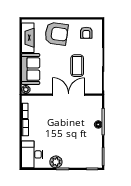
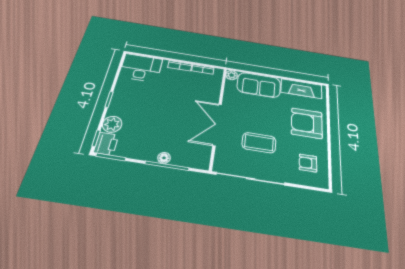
armchair: (56, 34) -> (307, 123), turned 82
double door: (69, 95) -> (217, 124), swing flipped
plant: (56, 162) -> (112, 124), moved
printer: (95, 162) -> (106, 144), added

